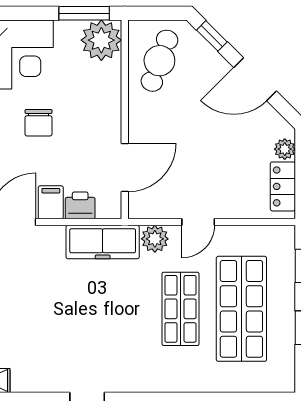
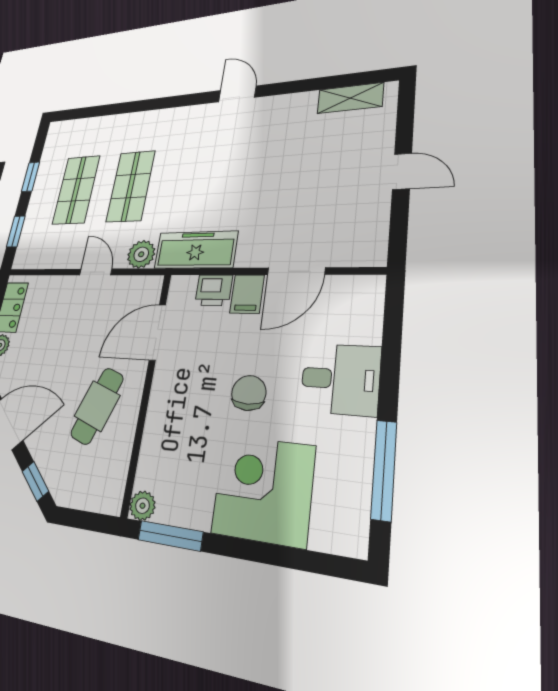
plant: (101, 40) -> (142, 506), width x0.53, depth x0.53
cafe table: (159, 61) -> (97, 406), moved
door: (198, 222) -> (96, 272), hinge flipped
shop shelf: (241, 309) -> (76, 190), width x0.70, depth x0.74

